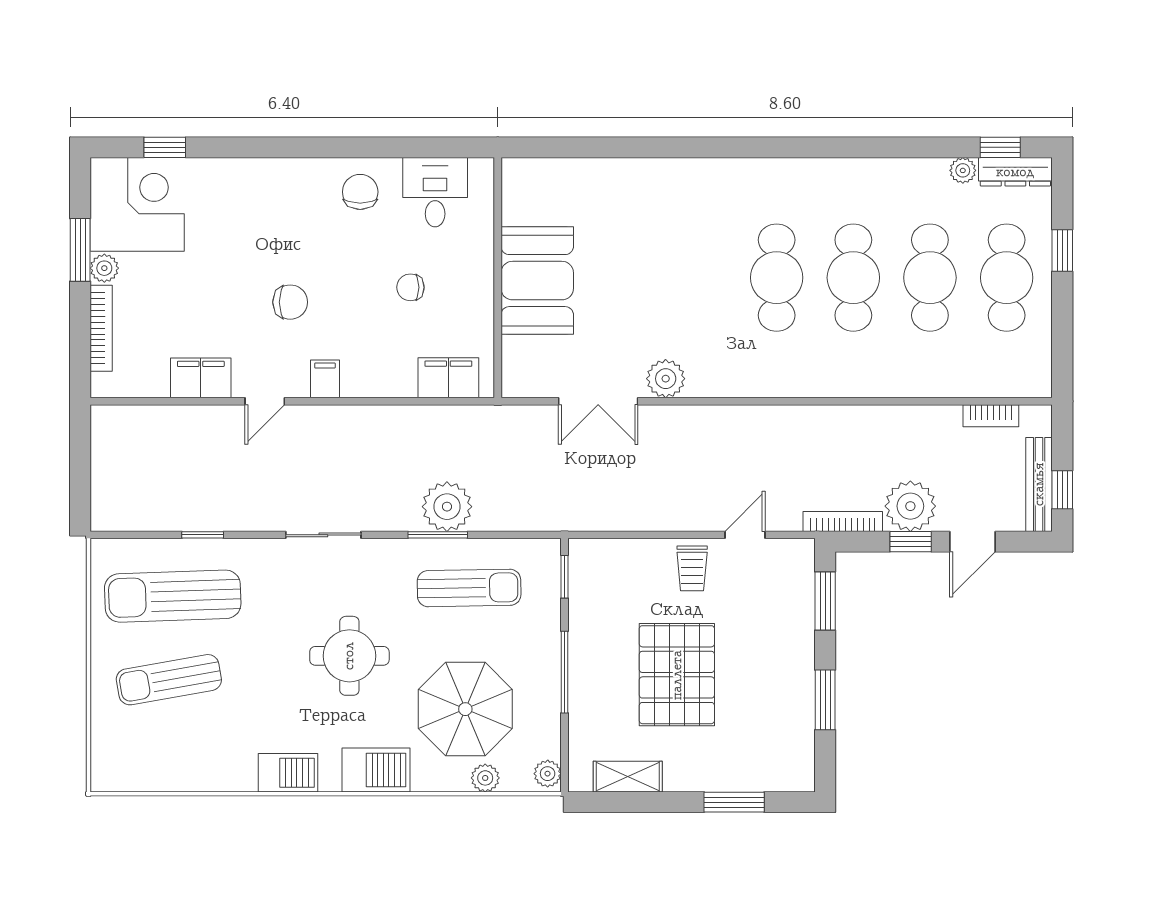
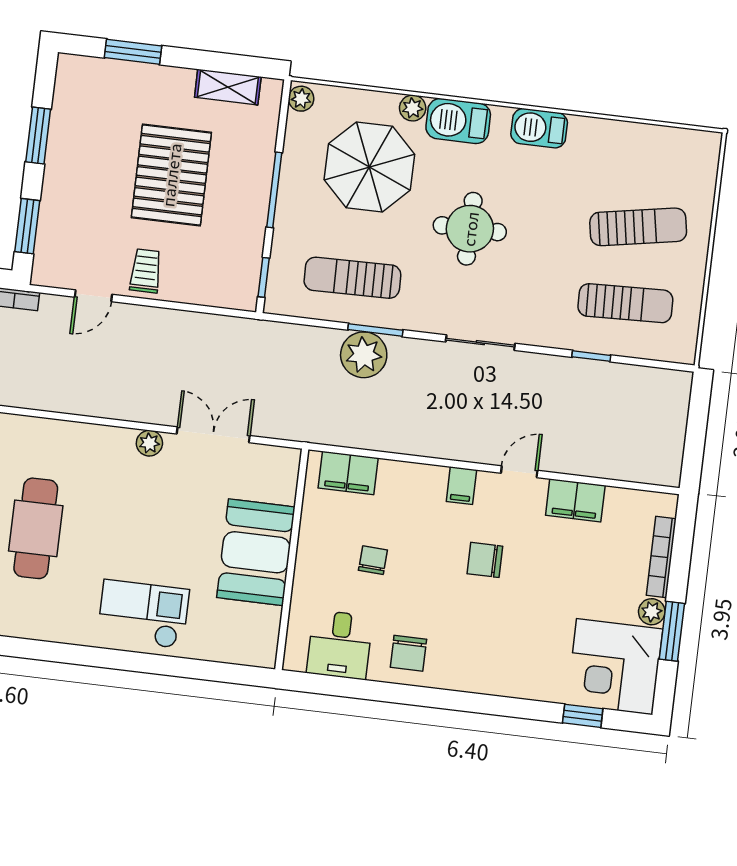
checkout: (650, 199) -> (143, 614), added
chair: (410, 287) -> (373, 560), turned -87
plant: (666, 379) -> (149, 443), width x0.73, depth x0.73
sun lounger: (173, 596) -> (625, 303), width x0.73, depth x0.75
plant: (485, 778) -> (413, 108), moved

